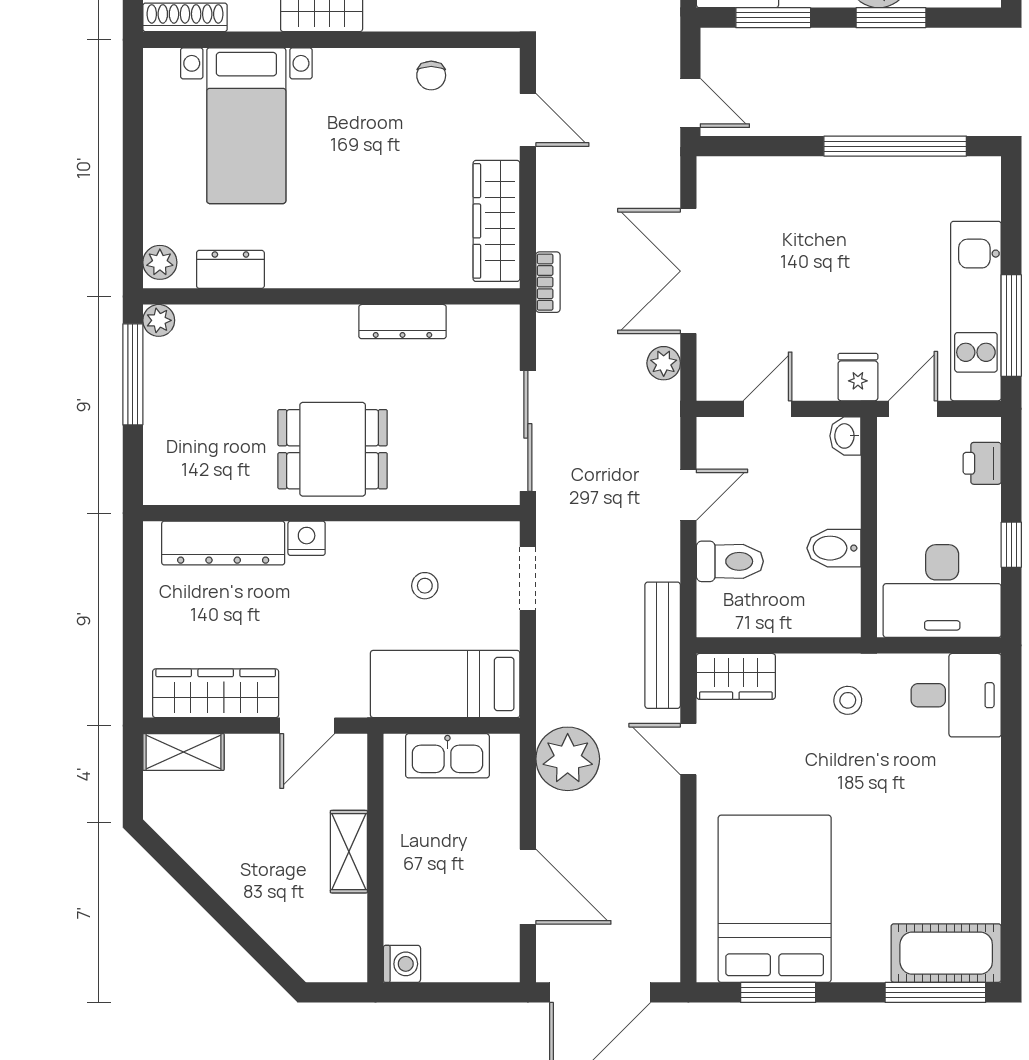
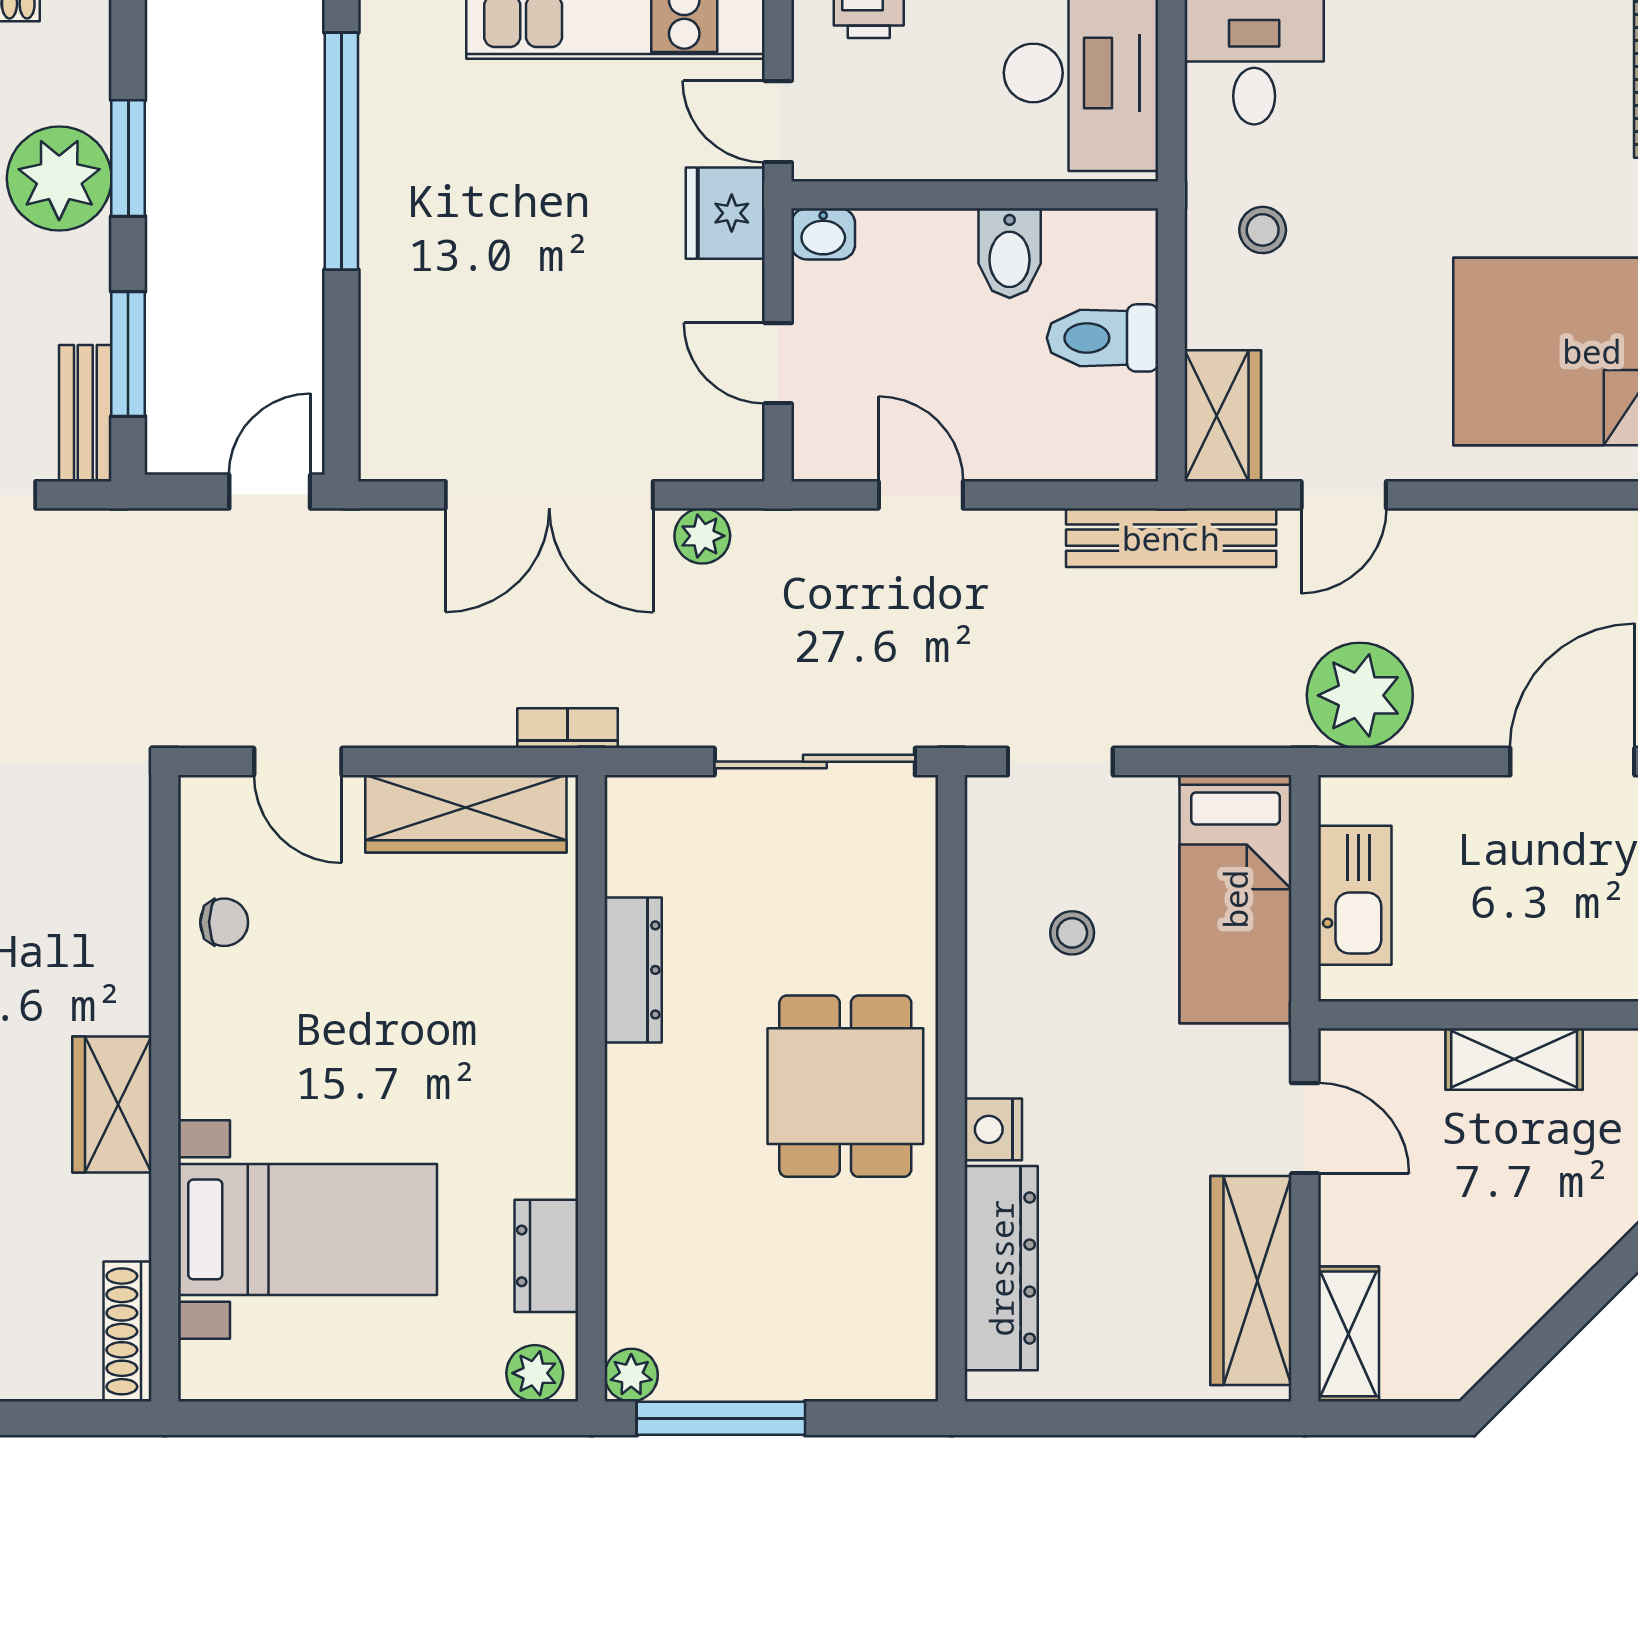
door: (528, 120) -> (298, 762), swing flipped
fridge: (858, 377) -> (725, 213), width x1.38
toilet: (730, 561) -> (1102, 338), moved, turned -90

